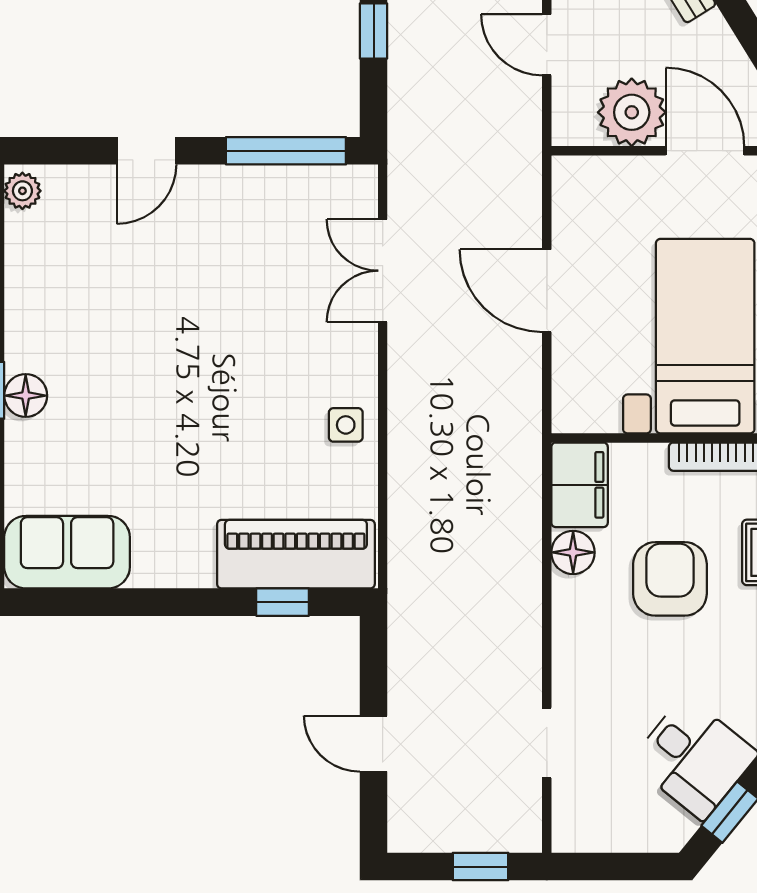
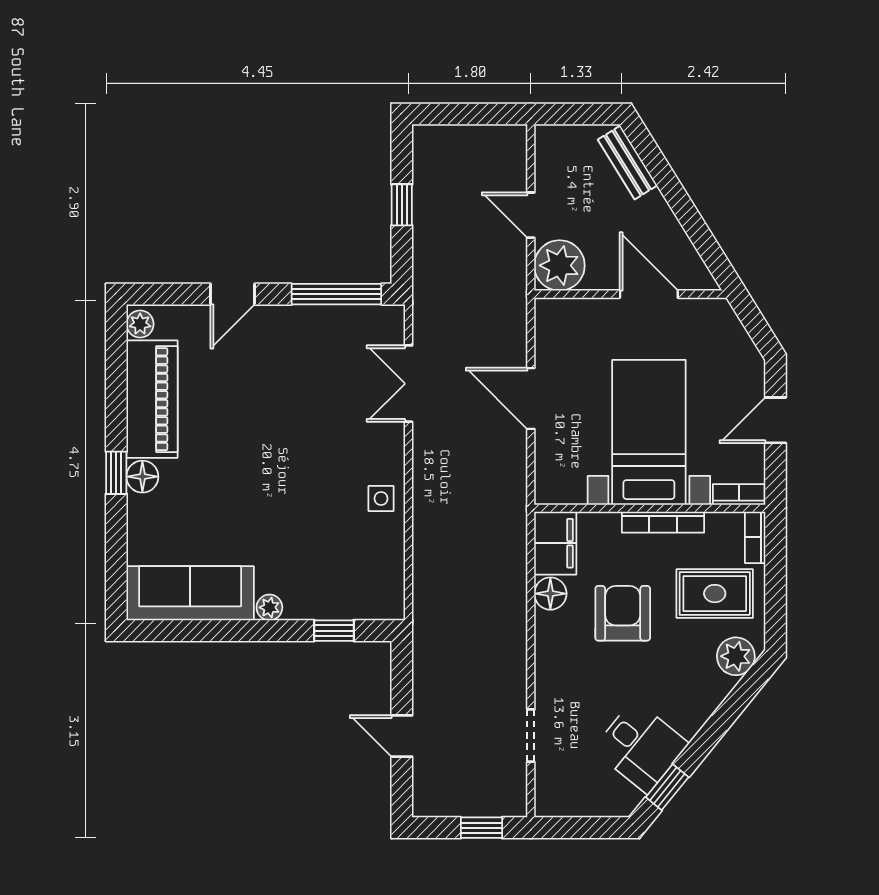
plant: (632, 112) -> (559, 265), moved
sofa: (67, 552) -> (190, 593), width x1.36
piano: (296, 554) -> (152, 399), moved, turned 90
plant: (196, 571) -> (269, 607), added

